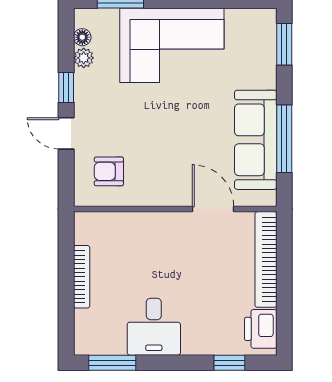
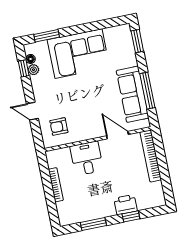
window: (66, 88) -> (24, 68), moved
desk: (154, 327) -> (87, 158), moved, turned 180
printer: (261, 329) -> (126, 205), moved, turned 90
window: (112, 363) -> (93, 224), moved
window: (229, 363) -> (131, 216), moved

